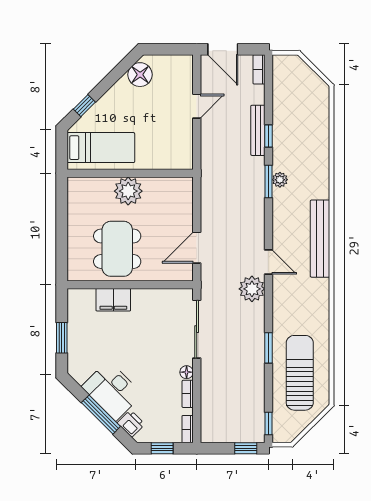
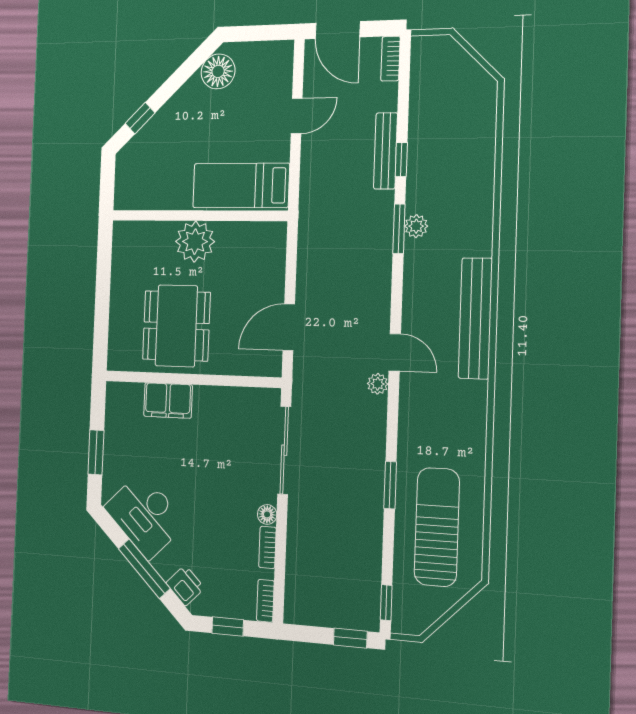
bed: (101, 148) -> (241, 185), moved, turned 180
plant: (252, 289) -> (378, 384), width x0.53, depth x0.53
desk: (112, 391) -> (145, 515), moved

